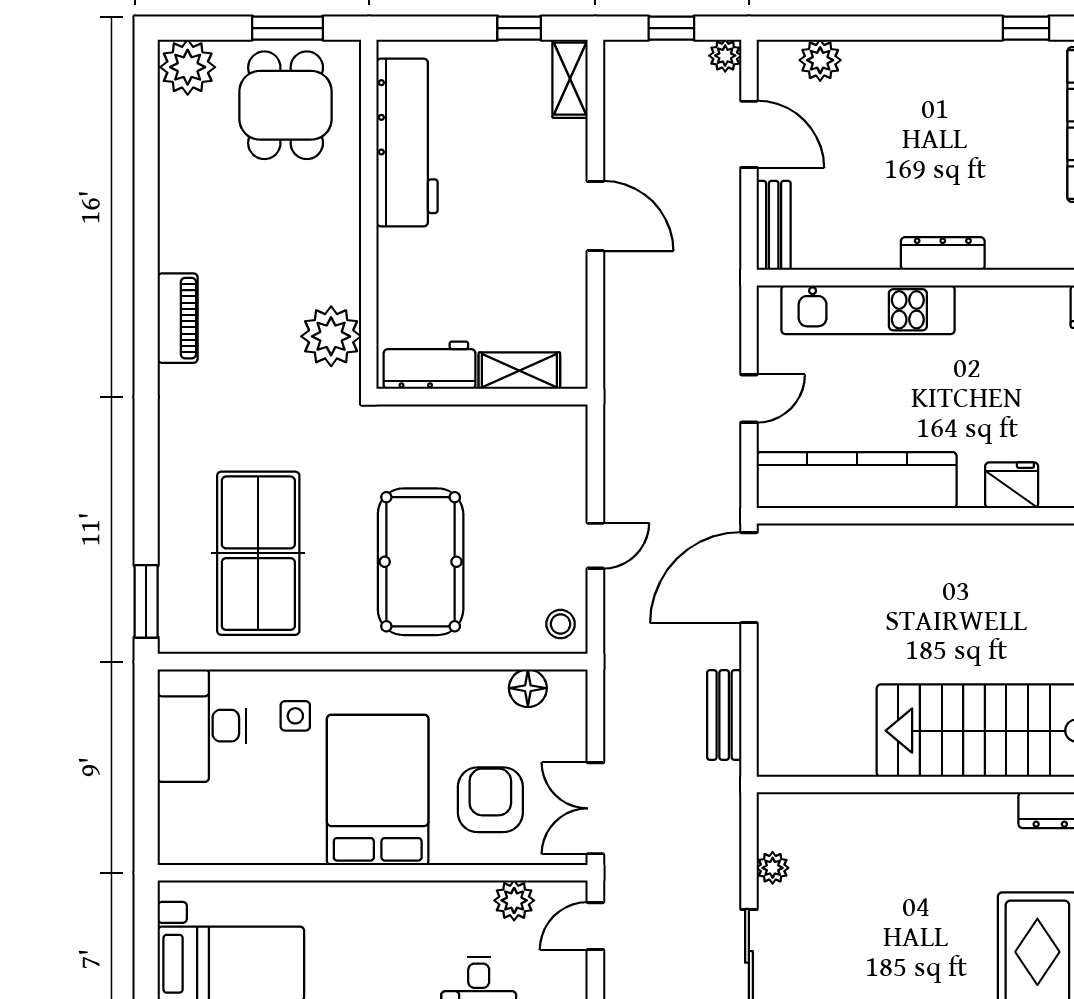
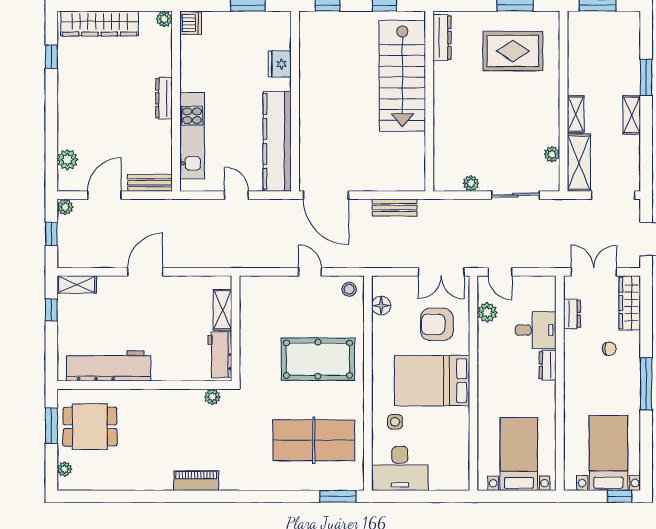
plant: (188, 67) -> (64, 469), width x0.53, depth x0.53
plant: (331, 336) -> (212, 397), width x0.53, depth x0.53

